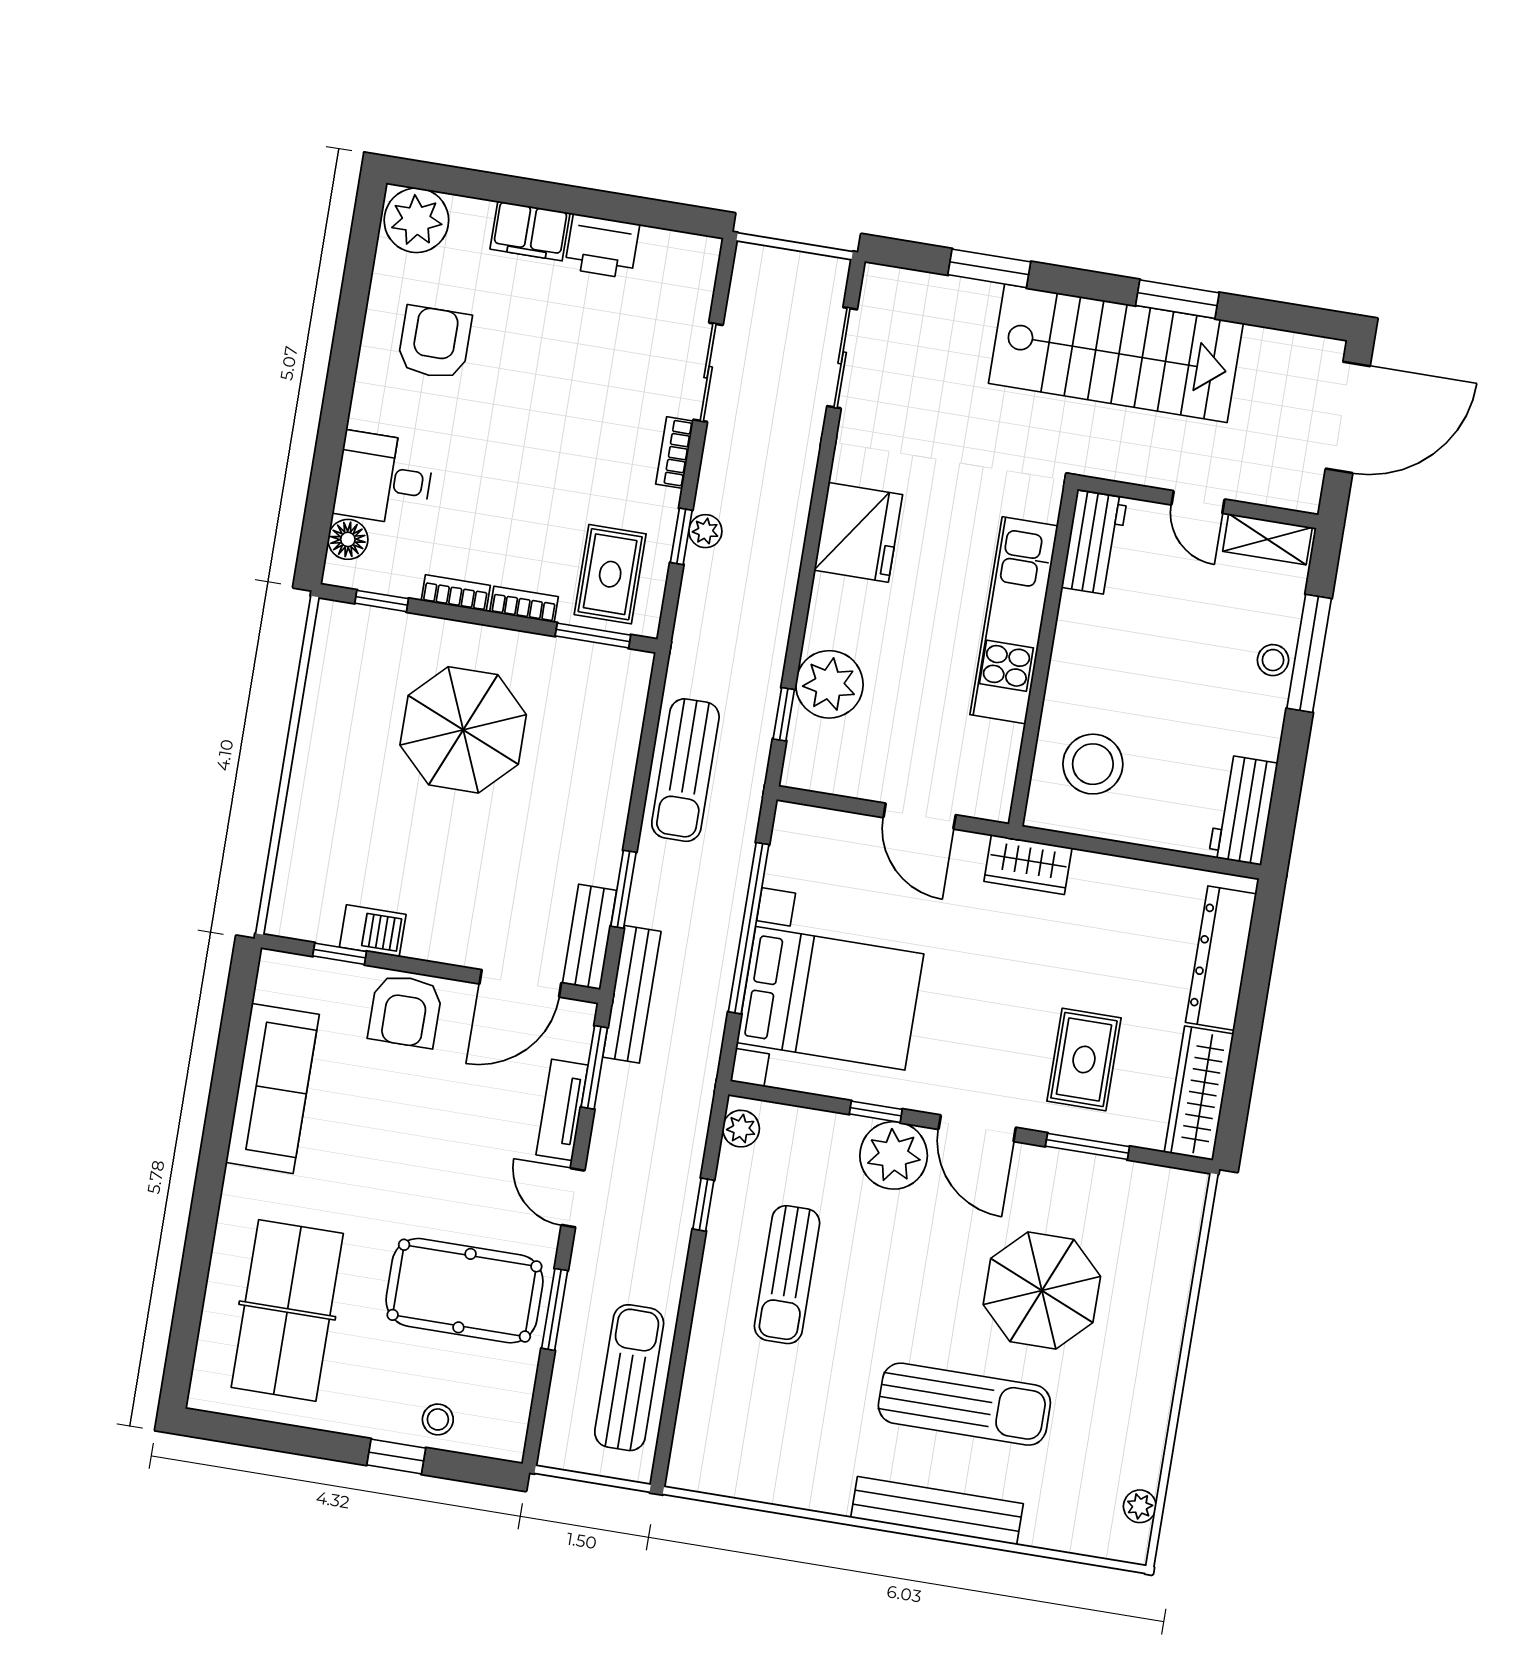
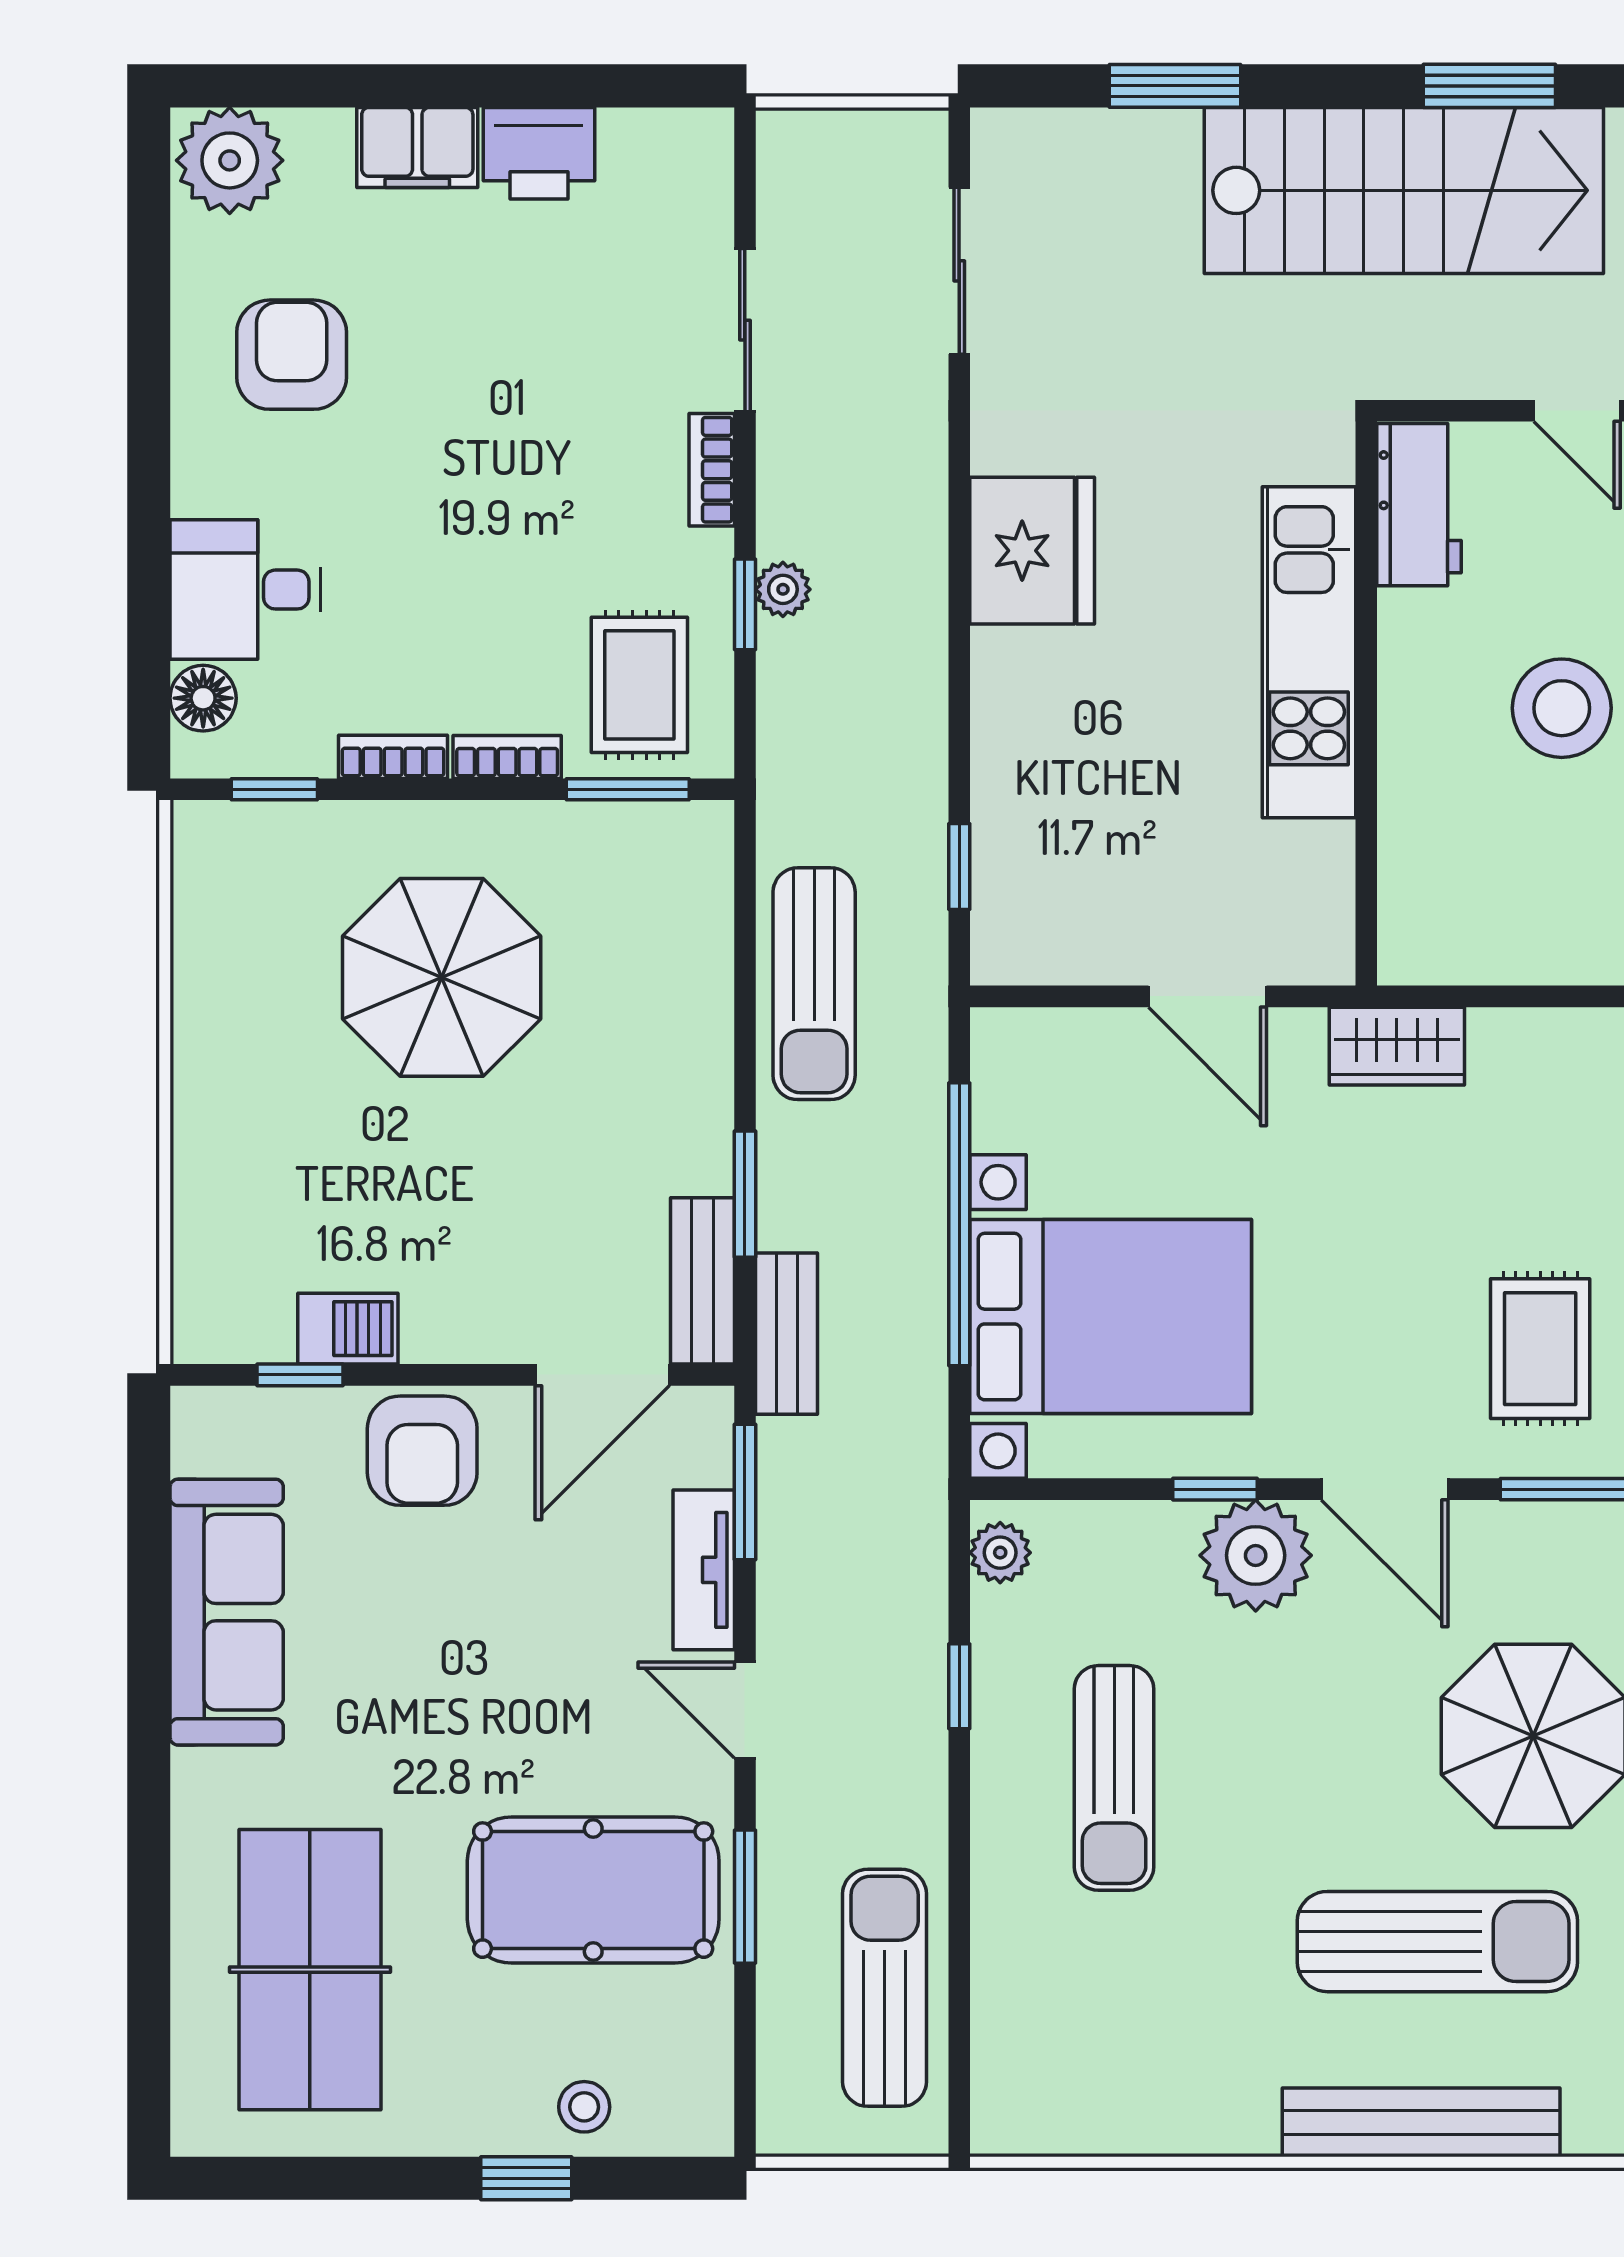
plant: (829, 684) -> (1025, 806), removed
stool: (1093, 764) -> (1562, 708), moved
bench: (632, 994) -> (787, 1334), width x0.73

